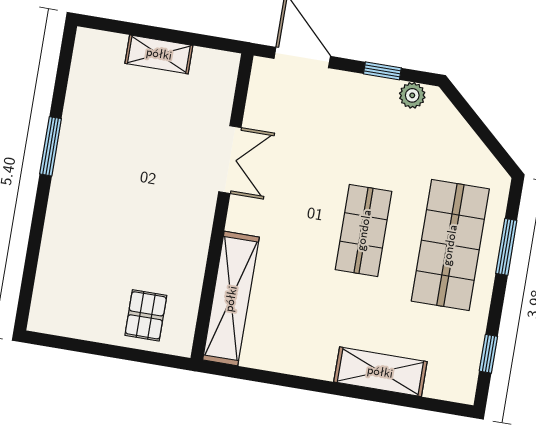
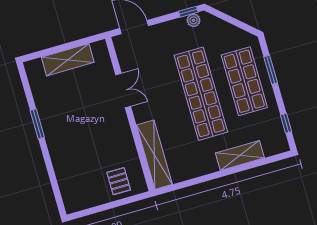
shelving: (159, 54) -> (68, 60), width x1.50, depth x1.33
window: (382, 71) -> (188, 12), moved
shop shelf: (364, 230) -> (201, 94), width x2.00, depth x1.36

